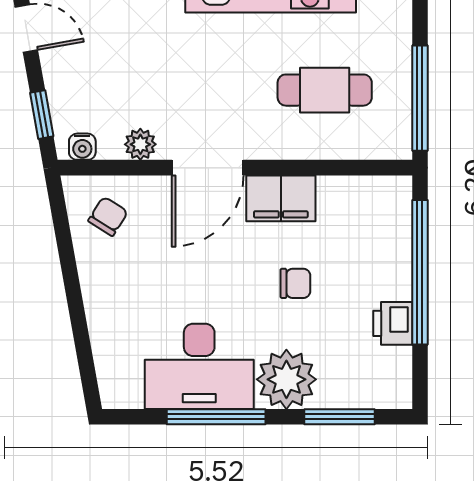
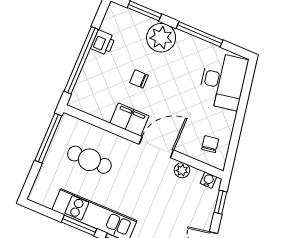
chair: (108, 216) -> (210, 144), turned 139
desk: (199, 366) -> (223, 81), moved, turned 80

